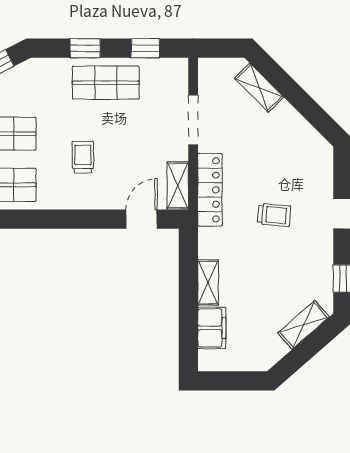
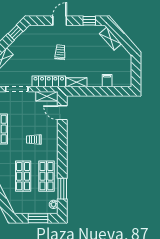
window: (317, 117) -> (15, 32), added
shelving: (208, 282) -> (77, 82), moved
filing cabinet: (212, 328) -> (107, 81), width x0.50

